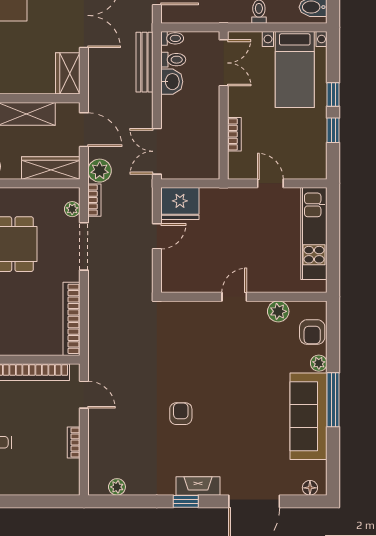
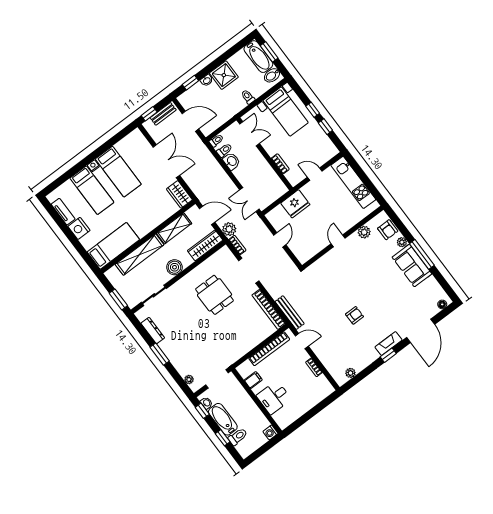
bench: (144, 62) -> (290, 313), moved
fridge: (180, 204) -> (295, 204), moved
plant: (72, 209) -> (230, 257), removed
armchair: (181, 414) -> (354, 315), turned 90
sofa: (309, 416) -> (412, 266), width x0.73

